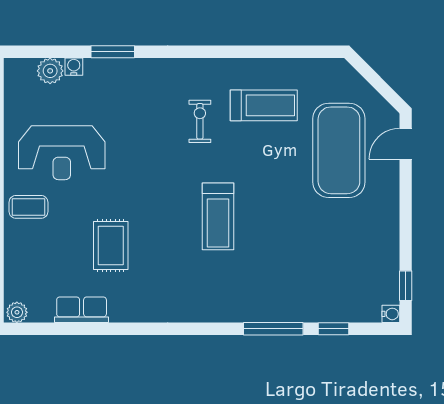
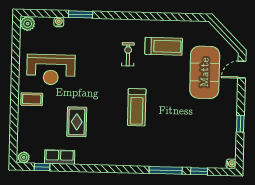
plant: (50, 71) -> (28, 24), moved
window: (406, 286) -> (240, 124), moved
window: (50, 329) -> (42, 167), added

